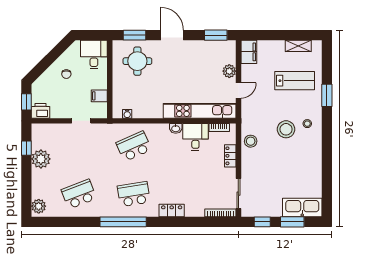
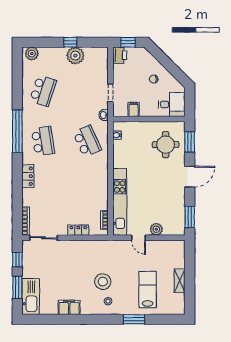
shelving: (298, 46) -> (180, 281), moved
filing cabinet: (249, 52) -> (69, 307), moved, turned 180
lab bench: (295, 81) -> (148, 290), turned 180
washbasin: (176, 128) -> (104, 115), moved
desk: (195, 137) -> (96, 198), removed
stool: (251, 141) -> (92, 249), removed
window: (26, 148) -> (70, 42), moved
school desk: (79, 194) -> (43, 91), turned 39

